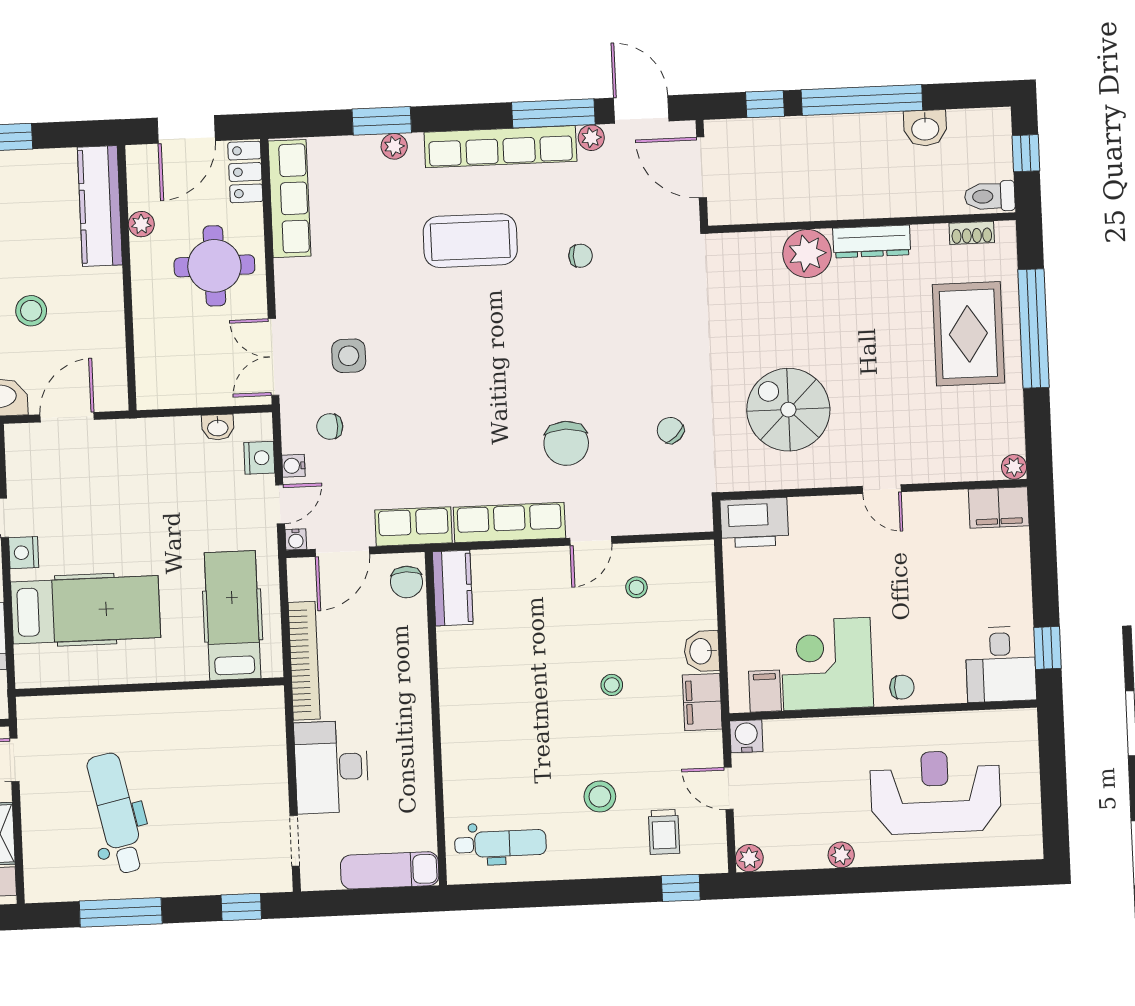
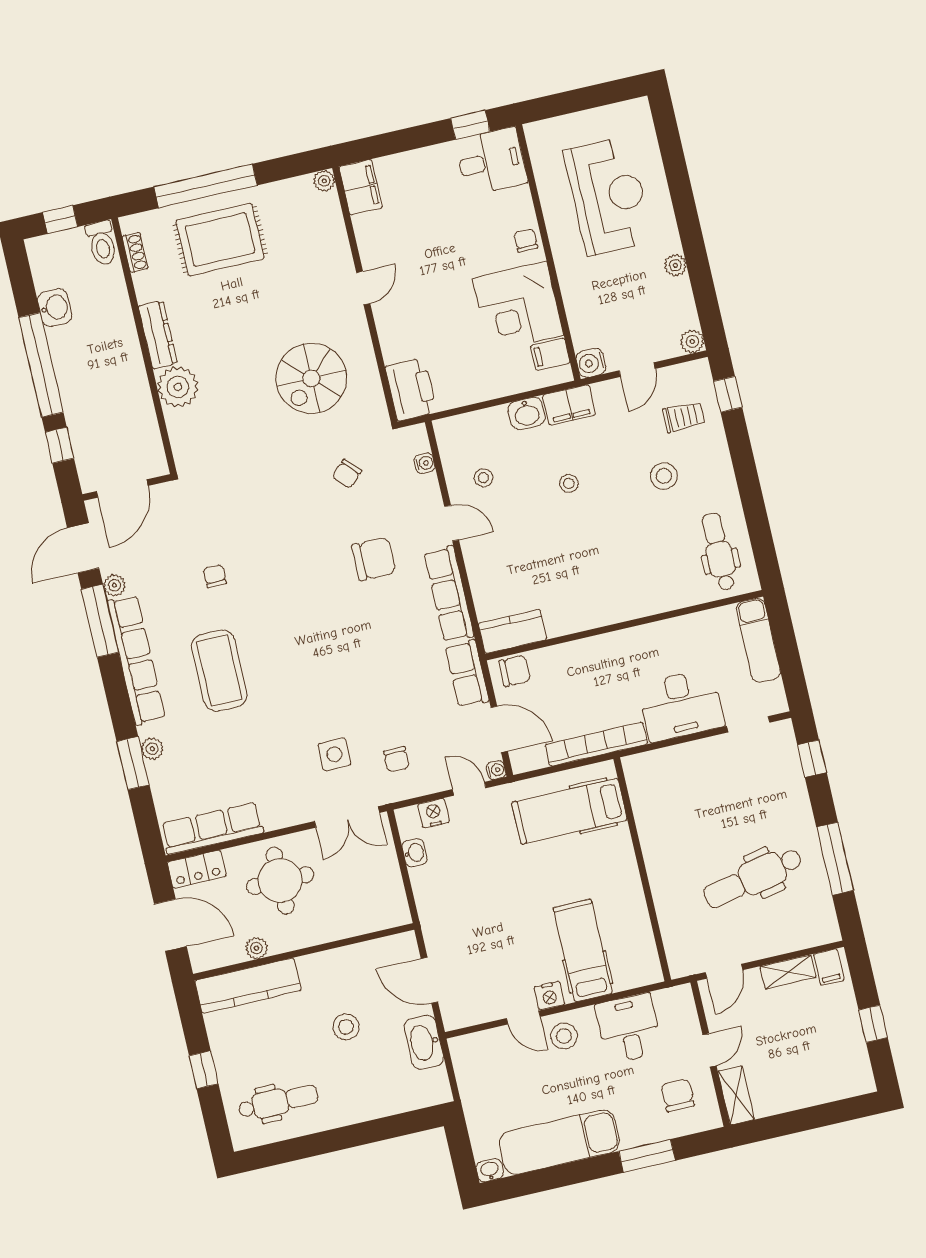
water cooler: (293, 466) -> (425, 463), moved, turned -90
hospital bed: (86, 610) -> (583, 950), width x0.73, depth x0.78
reception desk: (935, 792) -> (608, 196), turned 180

